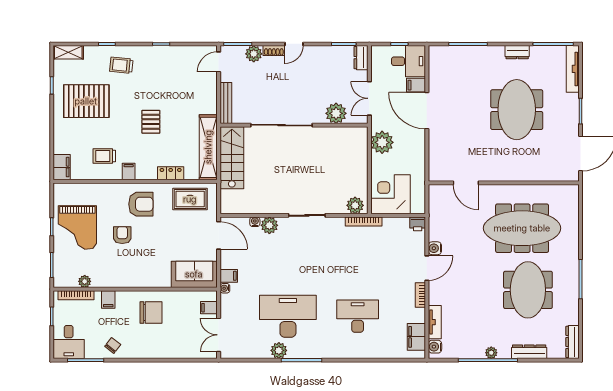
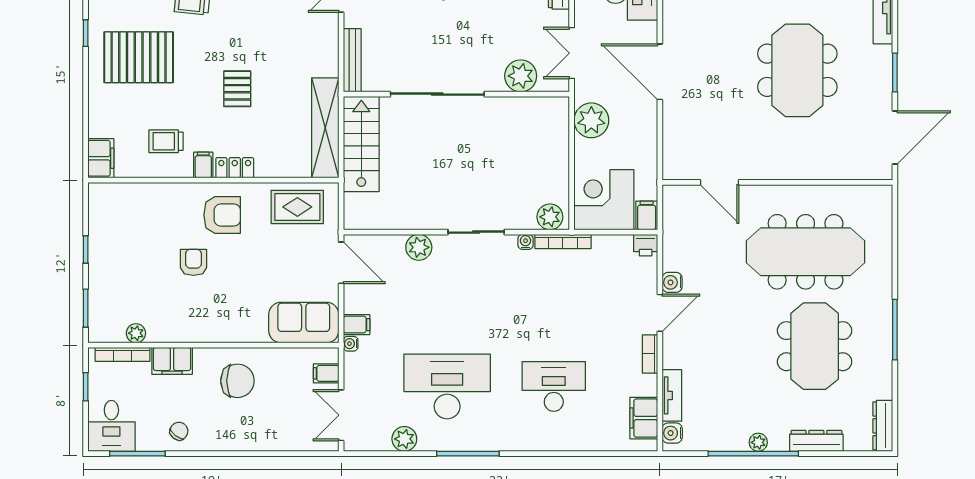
filing cabinet: (416, 85) -> (647, 215), moved, turned 90
locker: (171, 173) -> (235, 168), moved
water cooler: (255, 222) -> (526, 242), moved
grand piano: (77, 228) -> (125, 251), removed
filing cabinet: (108, 299) -> (172, 361), width x2.00
plant: (279, 350) -> (404, 439), moved

